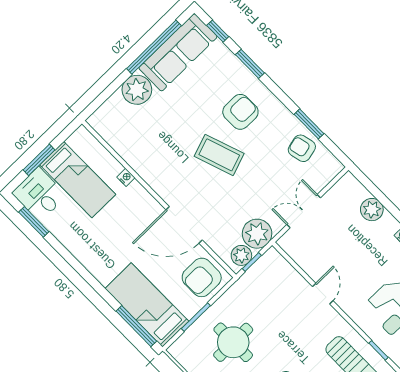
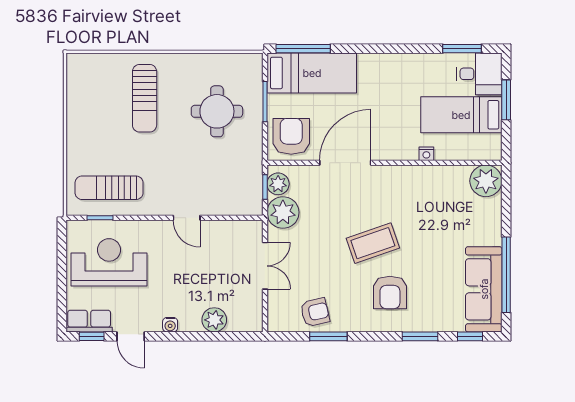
plant: (137, 90) -> (486, 181), moved

